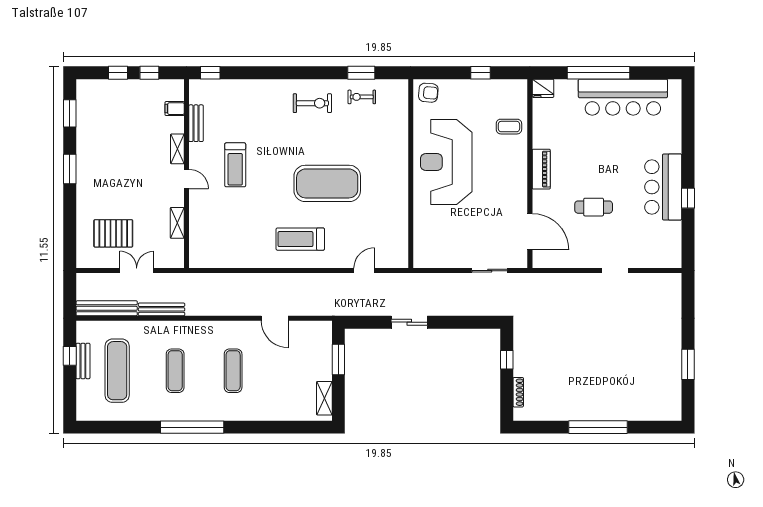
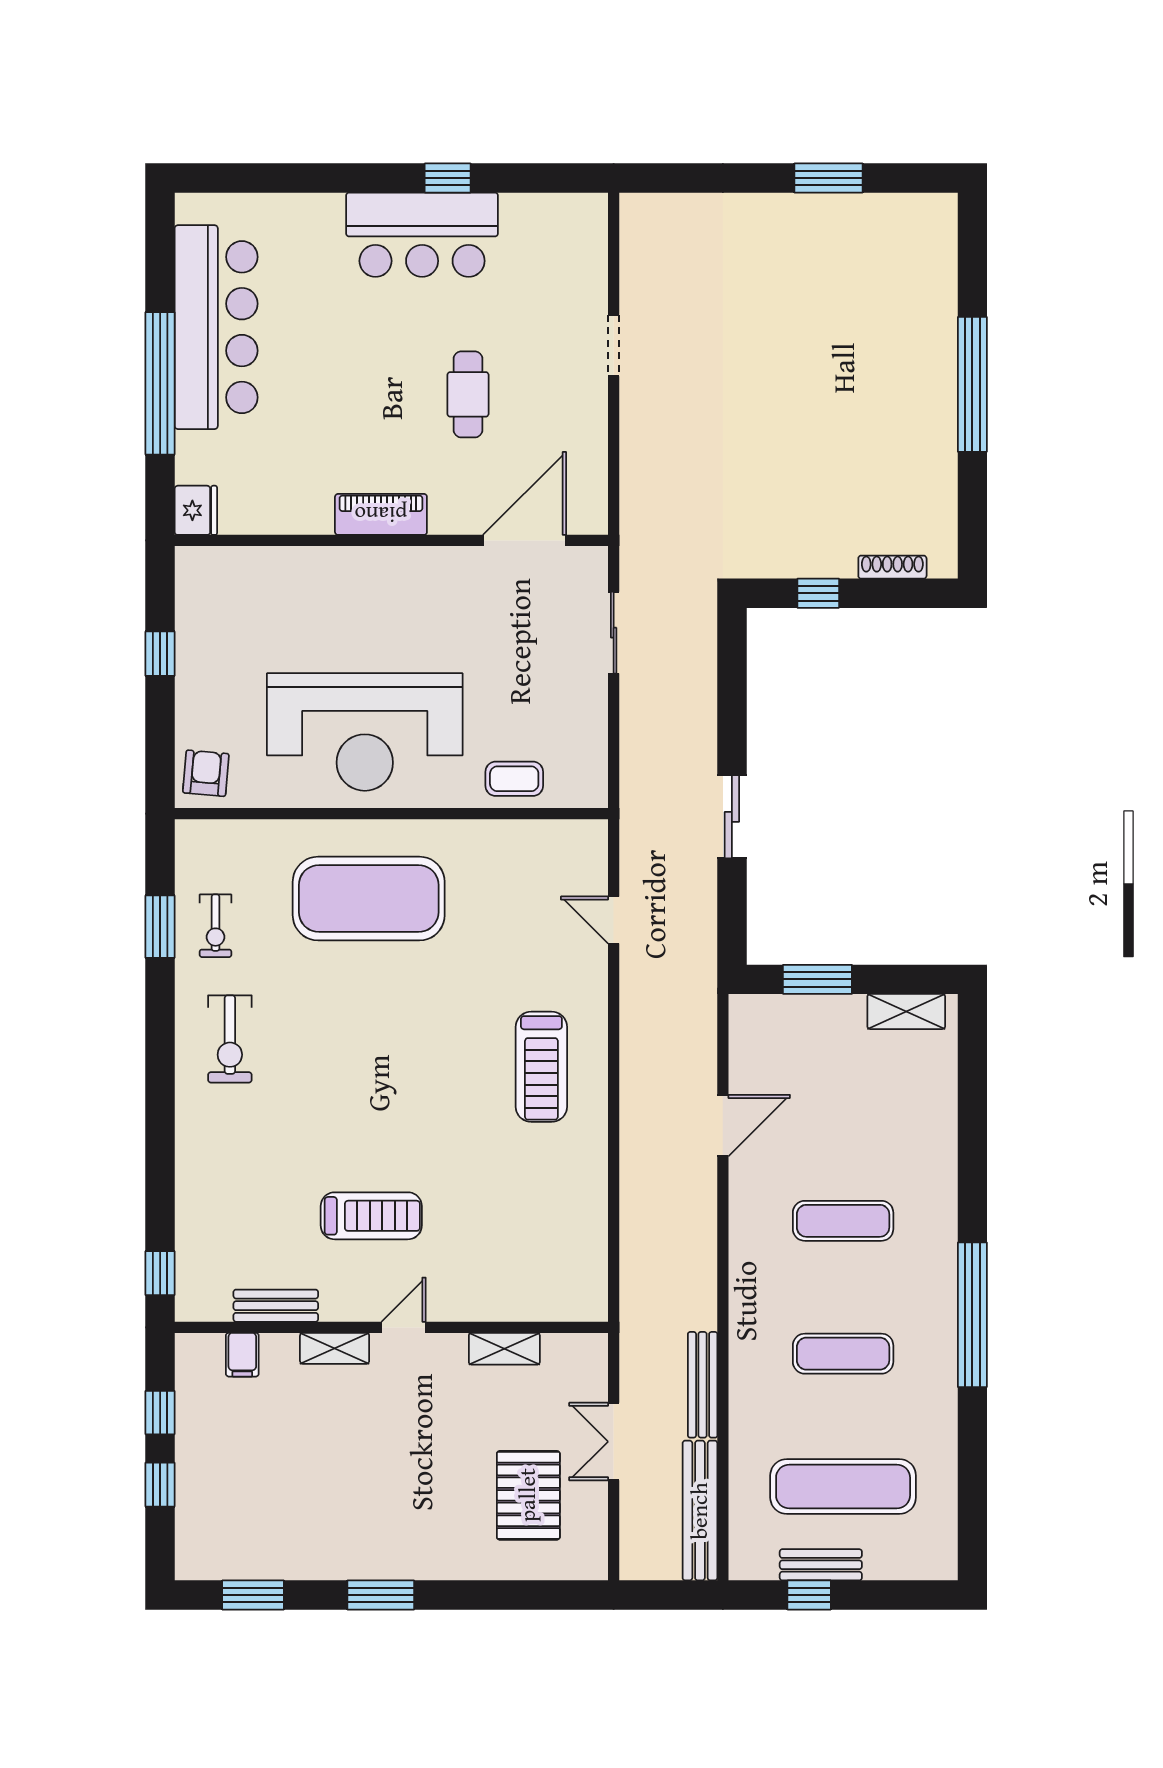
exercise bike: (312, 103) -> (230, 1039), turned 180
coffee table: (509, 127) -> (514, 779), moved, turned 90
exercise mat: (327, 183) -> (369, 899), moved, turned 90

